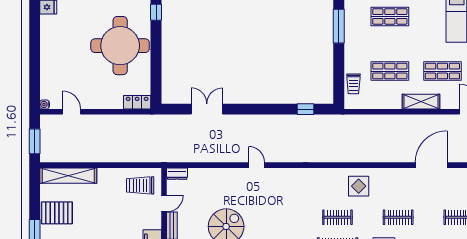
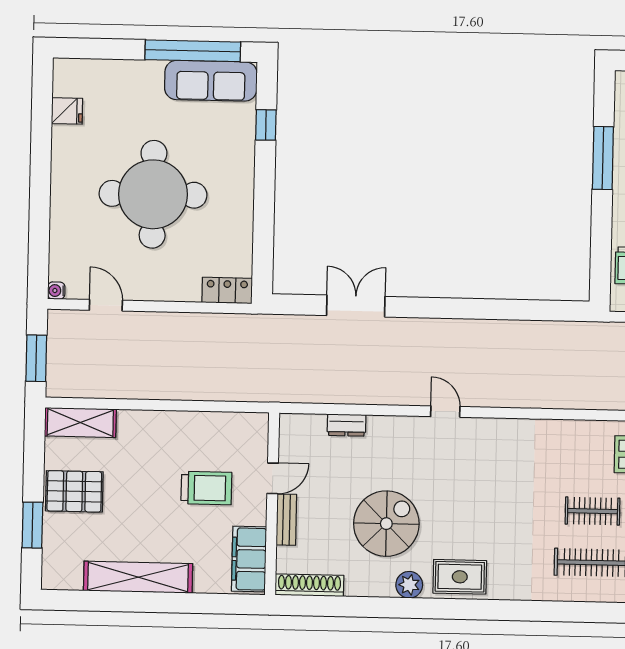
round table: (120, 46) -> (153, 194), moved
window: (306, 109) -> (538, 310), removed
dresser: (177, 174) -> (347, 425), moved
shelving: (68, 176) -> (80, 422), width x0.68
trolley: (140, 185) -> (206, 488), moved, turned 180

